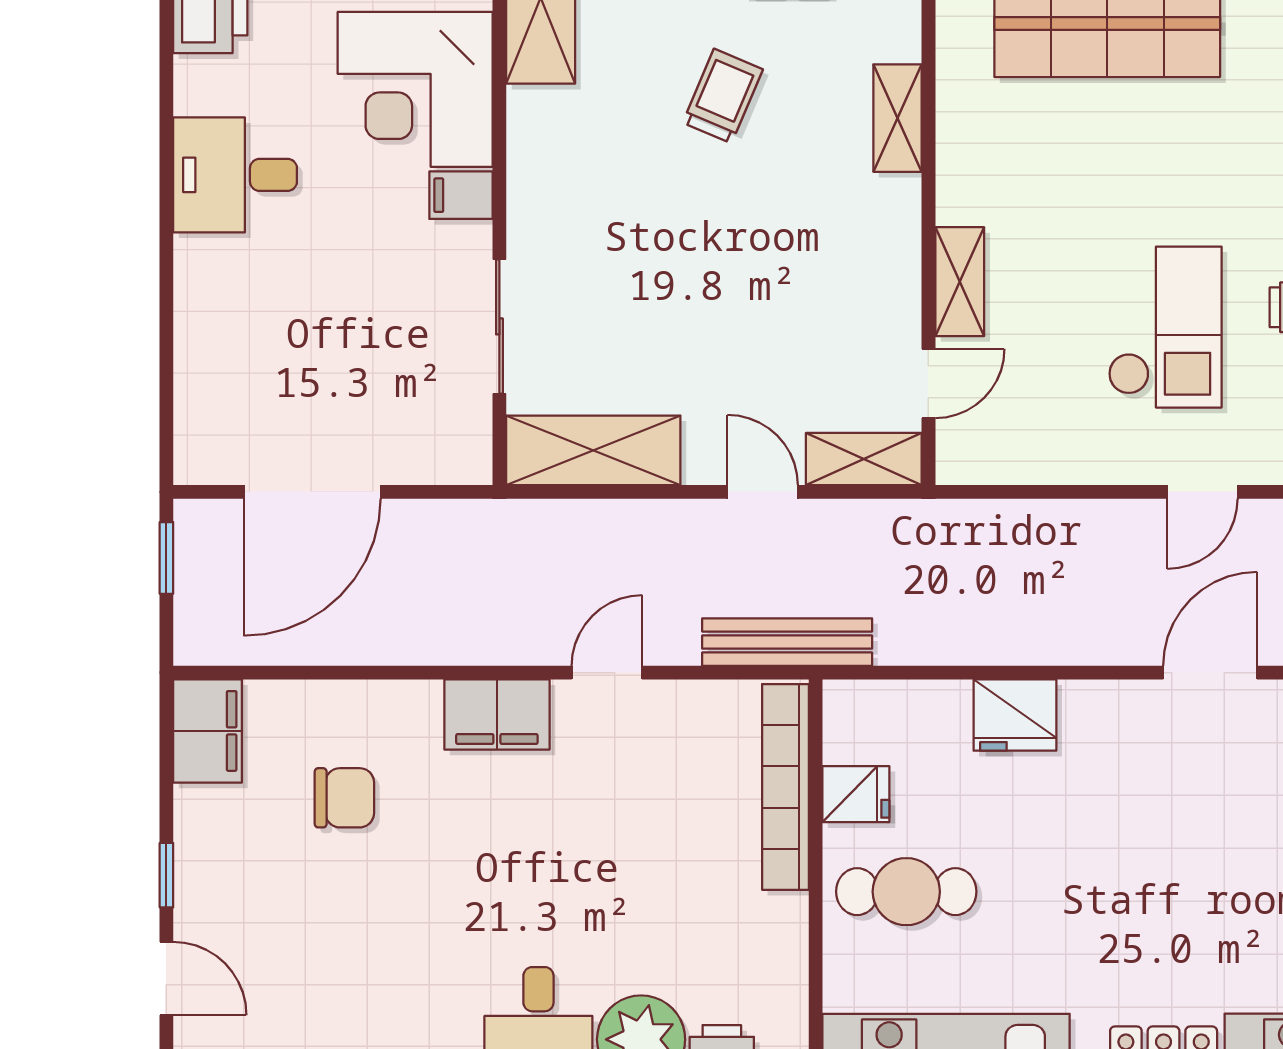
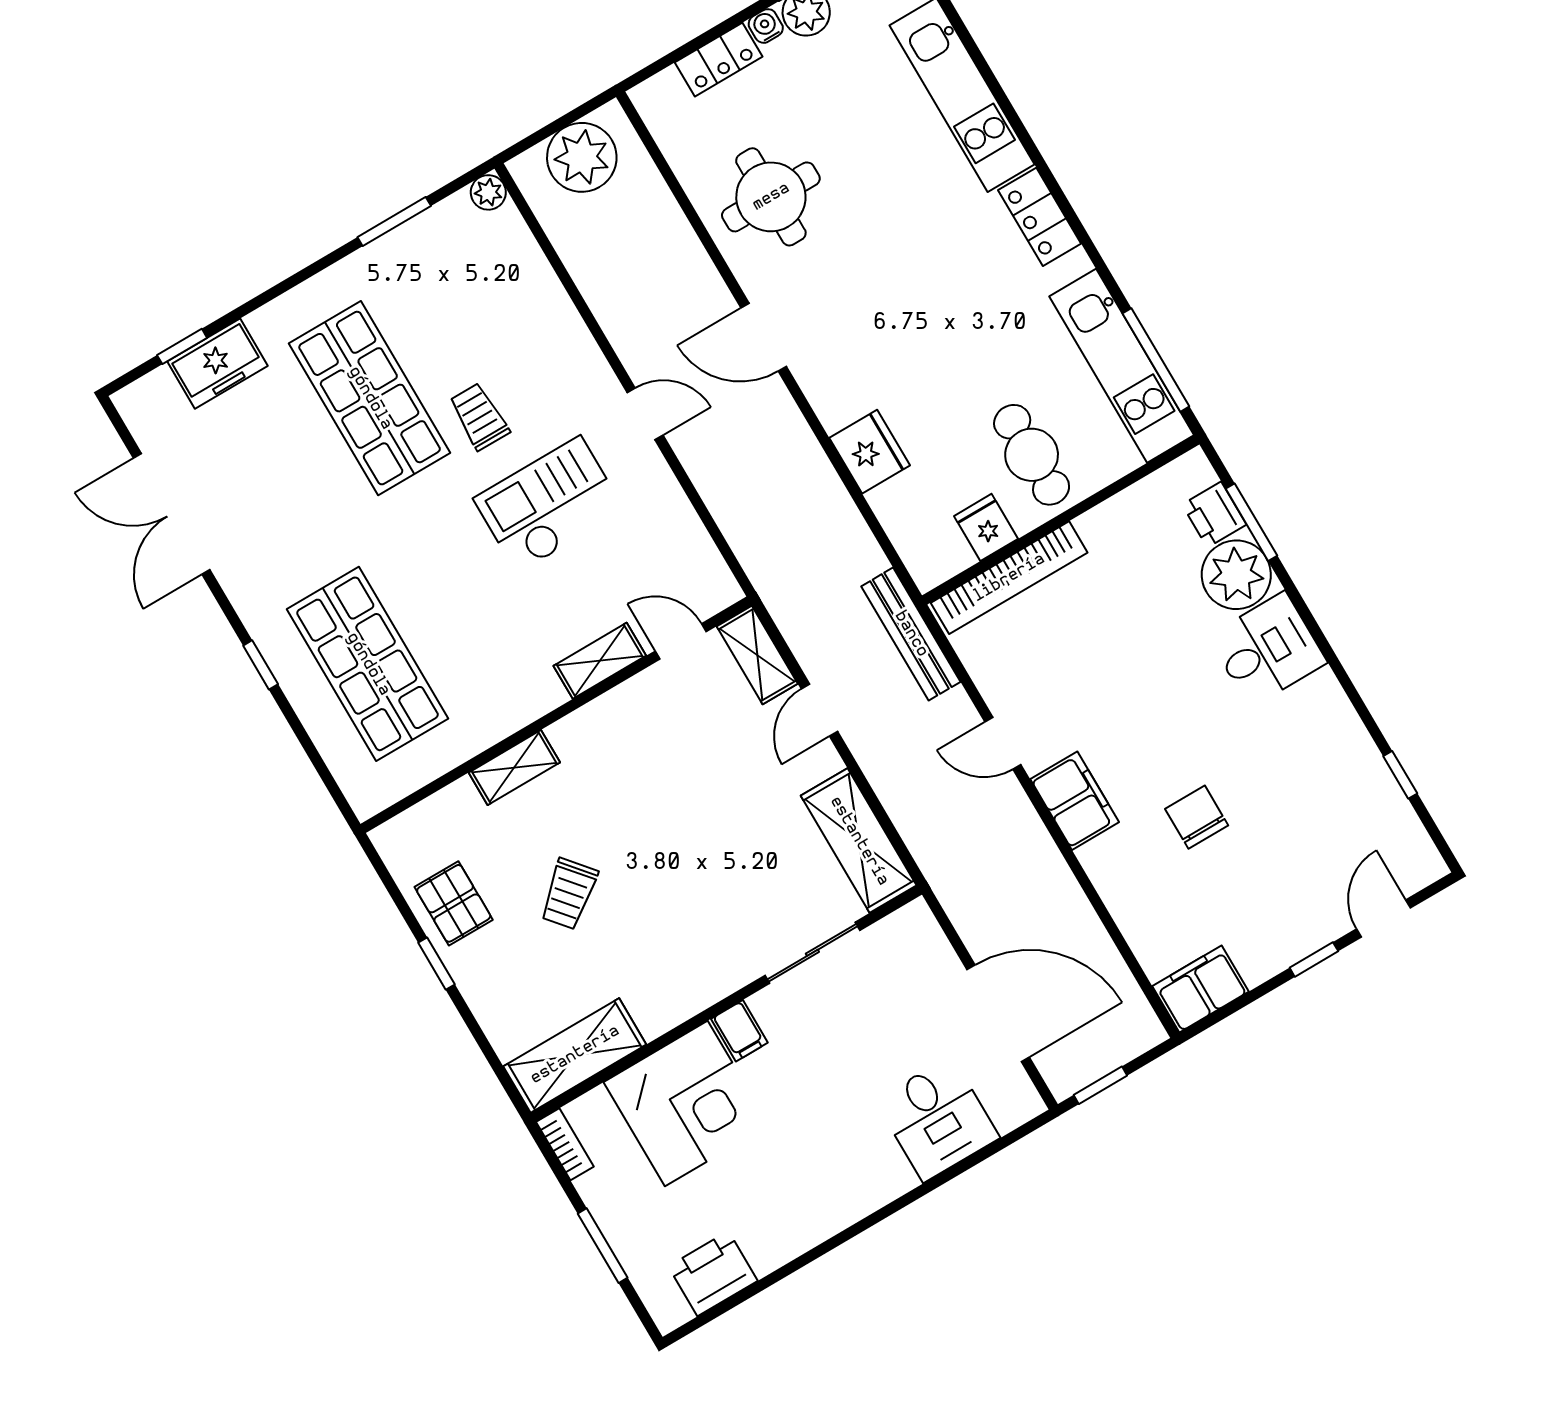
trolley: (723, 96) -> (569, 894), turned -63
desk: (235, 175) -> (937, 1119), moved
chair: (344, 798) -> (1197, 817), moved

